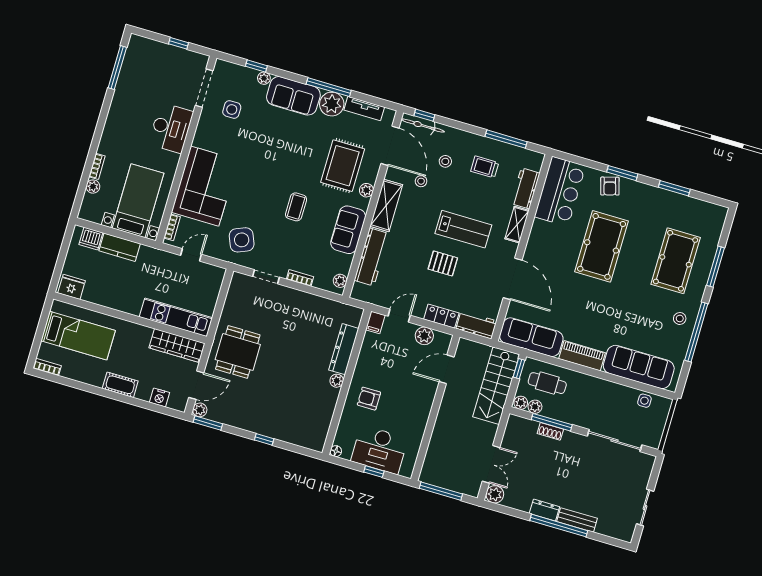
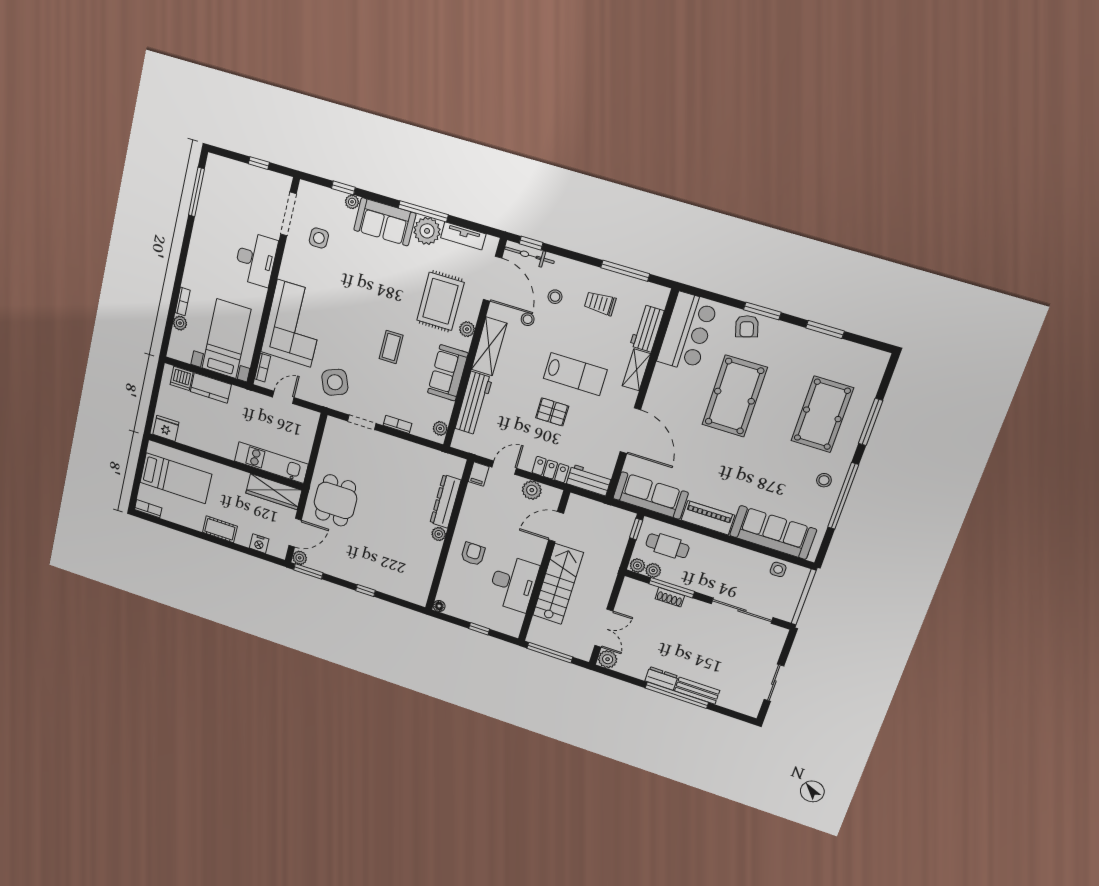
stairs: (496, 386) -> (558, 584), moved, turned 180
armchair: (369, 399) -> (473, 554), turned 90
desk: (379, 450) -> (513, 583), moved, turned -90

